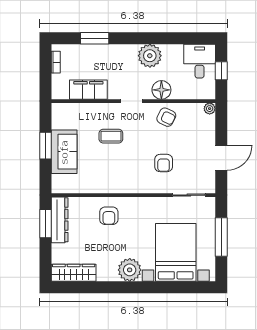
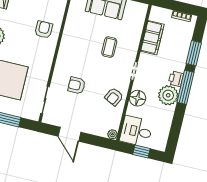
window: (136, 38) -> (185, 87), added
printer: (129, 51) -> (176, 79), added
desk: (200, 61) -> (136, 131), moved, turned 180
armchair: (109, 216) -> (44, 30), turned 90

